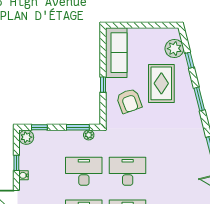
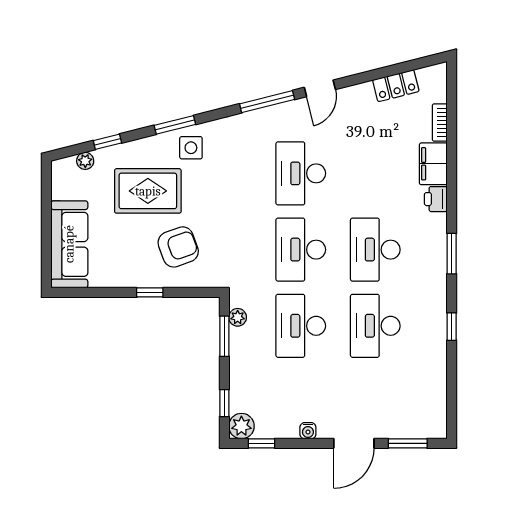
plant: (174, 48) -> (85, 161), width x0.53, depth x0.53
sofa: (116, 53) -> (69, 244), moved, turned 90
side table: (186, 108) -> (191, 148), added
window: (16, 163) -> (261, 443), moved
desk: (171, 171) -> (301, 173), added

